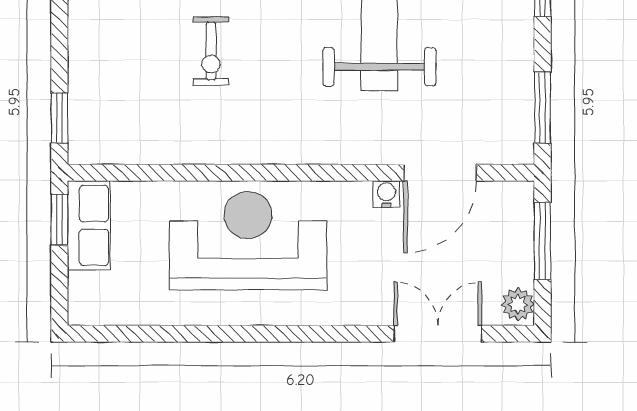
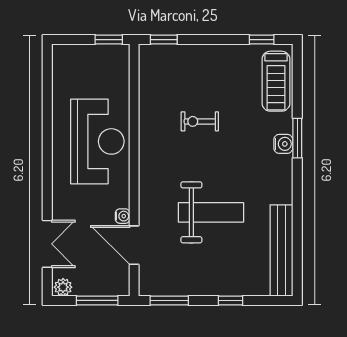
row of seats: (89, 225) -> (106, 55), removed

